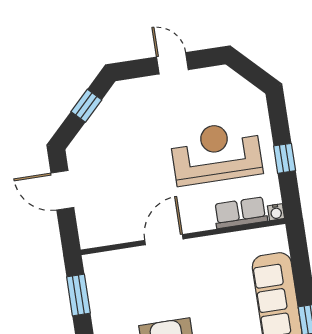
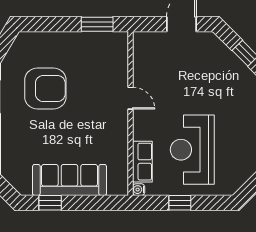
reception desk: (216, 153) -> (192, 150), turned 180
door: (164, 240) -> (130, 98), width x0.73

